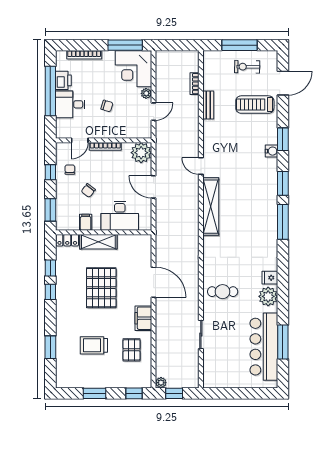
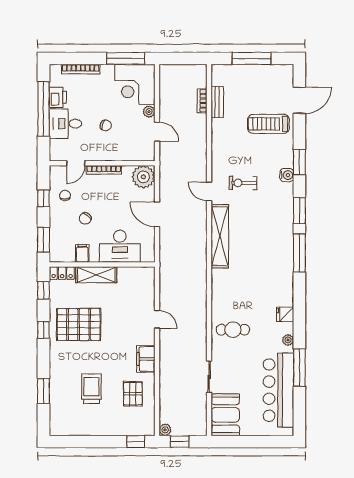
exercise bike: (247, 67) -> (243, 183), moved
bench: (208, 105) -> (217, 102), moved
door: (154, 112) -> (157, 132), hinge flipped
window: (50, 268) -> (43, 290), moved
door: (154, 282) -> (157, 319), width x0.53
pallet: (101, 288) -> (79, 324), moved, turned 90
plant: (268, 296) -> (288, 340), width x0.53, depth x0.53
window: (283, 342) -> (299, 368), moved
trolley: (94, 345) -> (91, 389), turned 90
booth: (216, 369) -> (225, 415), added
window: (94, 393) -> (92, 442), removed

